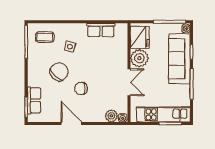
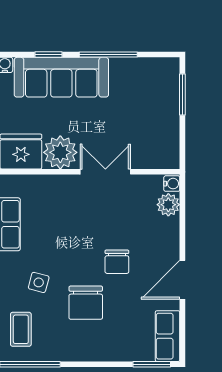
chair: (59, 72) -> (86, 303), turned -133
row of seats: (34, 100) -> (168, 336), moved, turned -90
kitchen unit: (163, 114) -> (166, 107), removed

